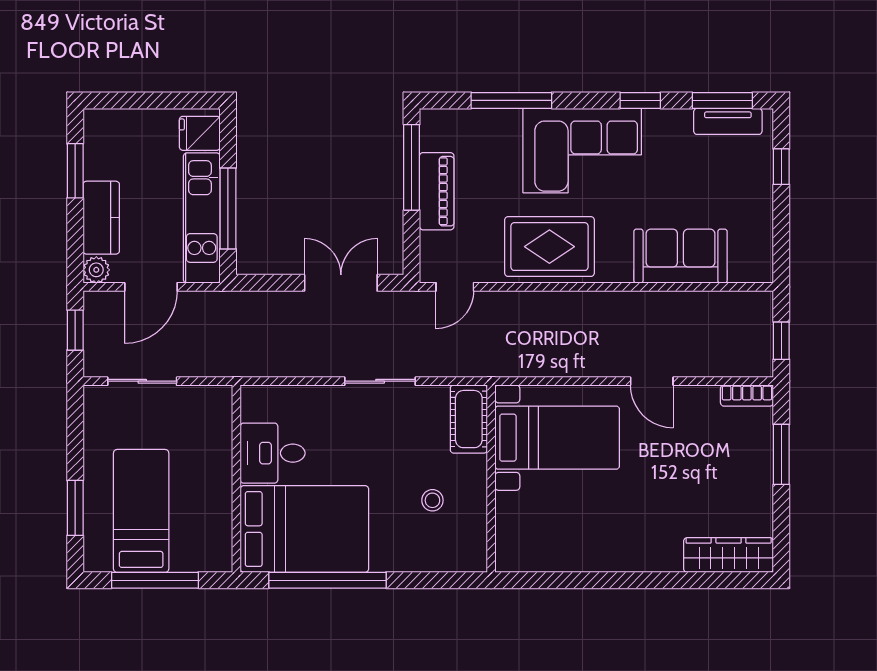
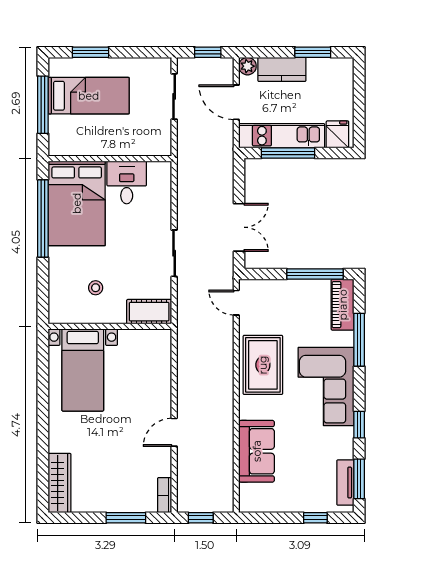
piano: (437, 191) -> (343, 305), moved, turned 90
bed with nightstands: (557, 438) -> (83, 370), moved

